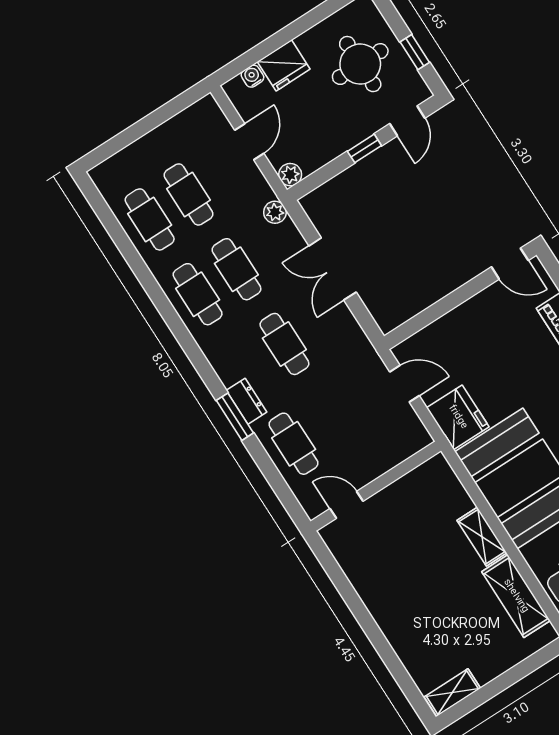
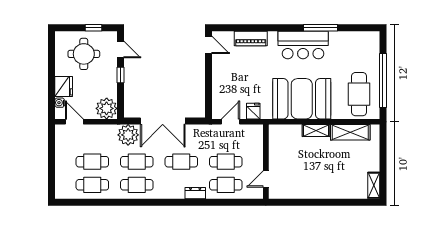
door: (249, 142) -> (74, 122), moved
plant: (290, 175) -> (107, 108), width x1.88, depth x1.88
plant: (275, 212) -> (128, 135), width x1.88, depth x1.88
door: (510, 264) -> (208, 45), hinge flipped
double door: (333, 269) -> (163, 121), width x1.37
window: (235, 417) -> (199, 202), removed
fridge: (458, 417) -> (253, 111), width x0.53, depth x0.75
cafe table: (332, 419) -> (226, 162), added

